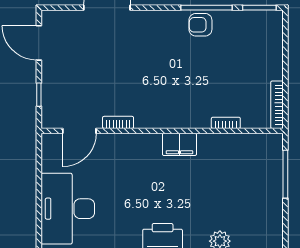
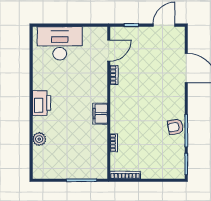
armchair: (200, 25) -> (175, 127), turned -100
door: (79, 131) -> (109, 51), swing flipped

